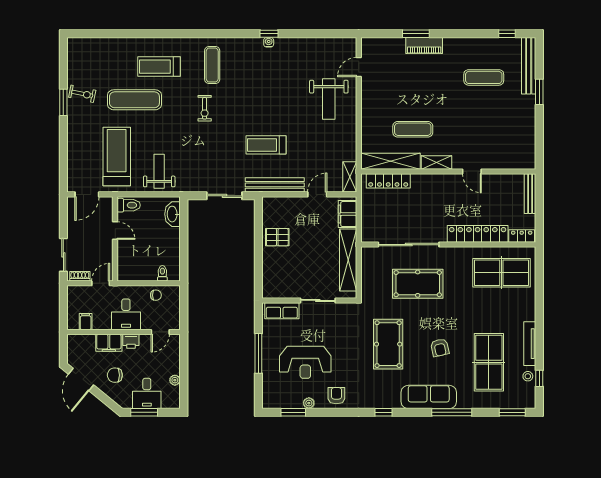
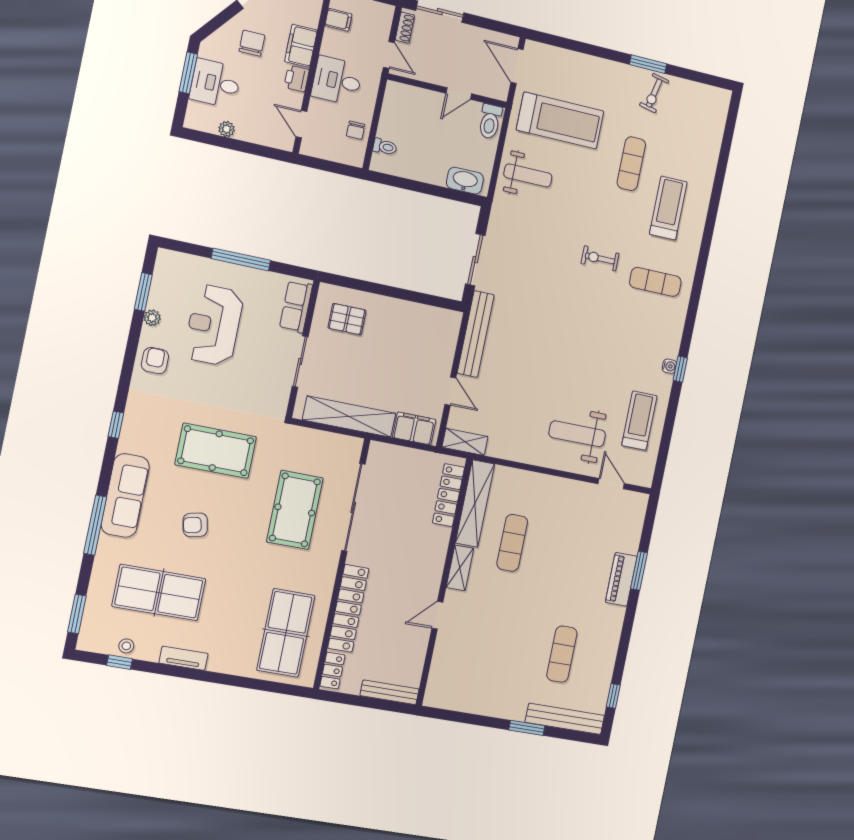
exercise mat: (134, 100) -> (631, 164), width x0.73, depth x0.69
treadmill: (266, 145) -> (639, 421), moved
pallet: (277, 237) -> (347, 319), moved, turned 90
tv unit: (530, 344) -> (184, 658), width x0.71
armchair: (336, 396) -> (155, 361), turned -90

